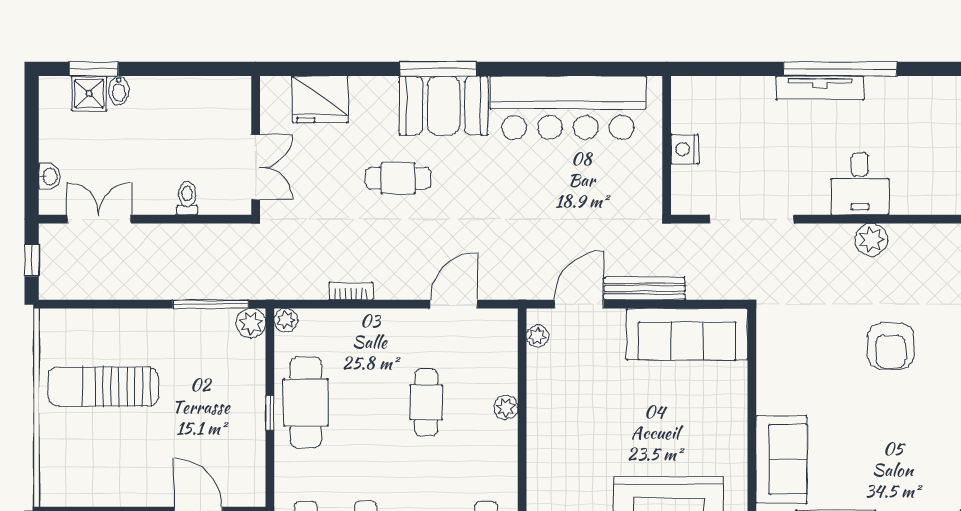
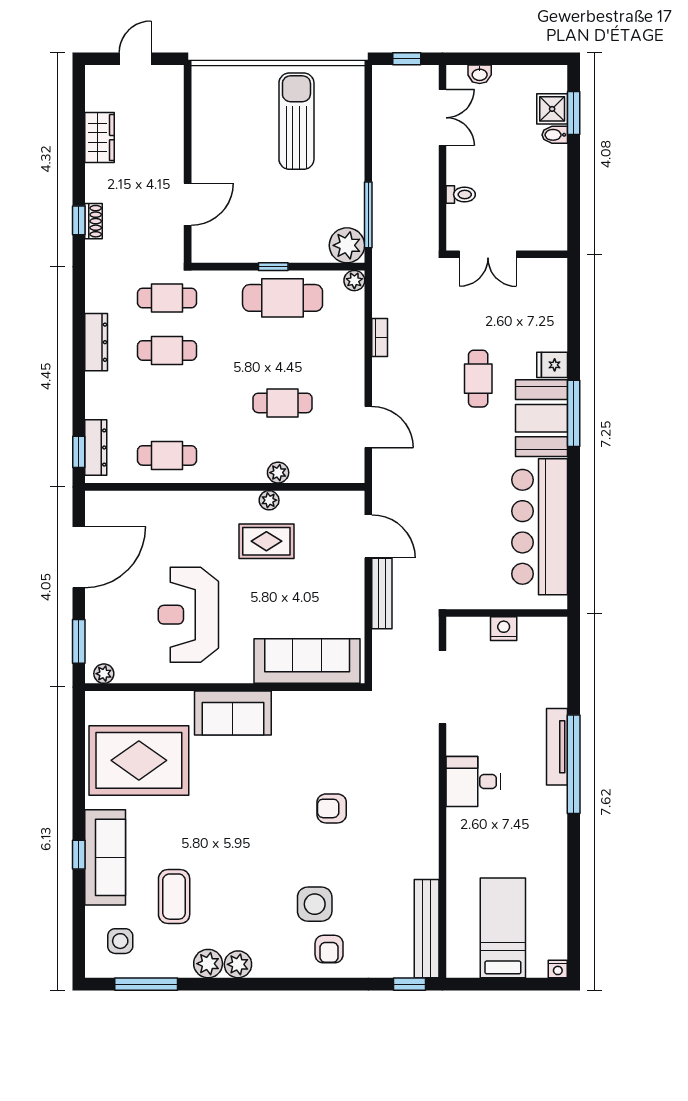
fridge: (320, 99) -> (552, 365), moved, width x0.53, depth x0.75
plant: (871, 240) -> (424, 791), removed
plant: (251, 323) -> (347, 245), width x1.36, depth x1.36
sofa: (687, 334) -> (307, 661), moved, turned 90
plant: (538, 336) -> (269, 500), moved
armchair: (891, 346) -> (332, 808), width x0.72, depth x0.72
rug: (585, 421) -> (266, 541), added

